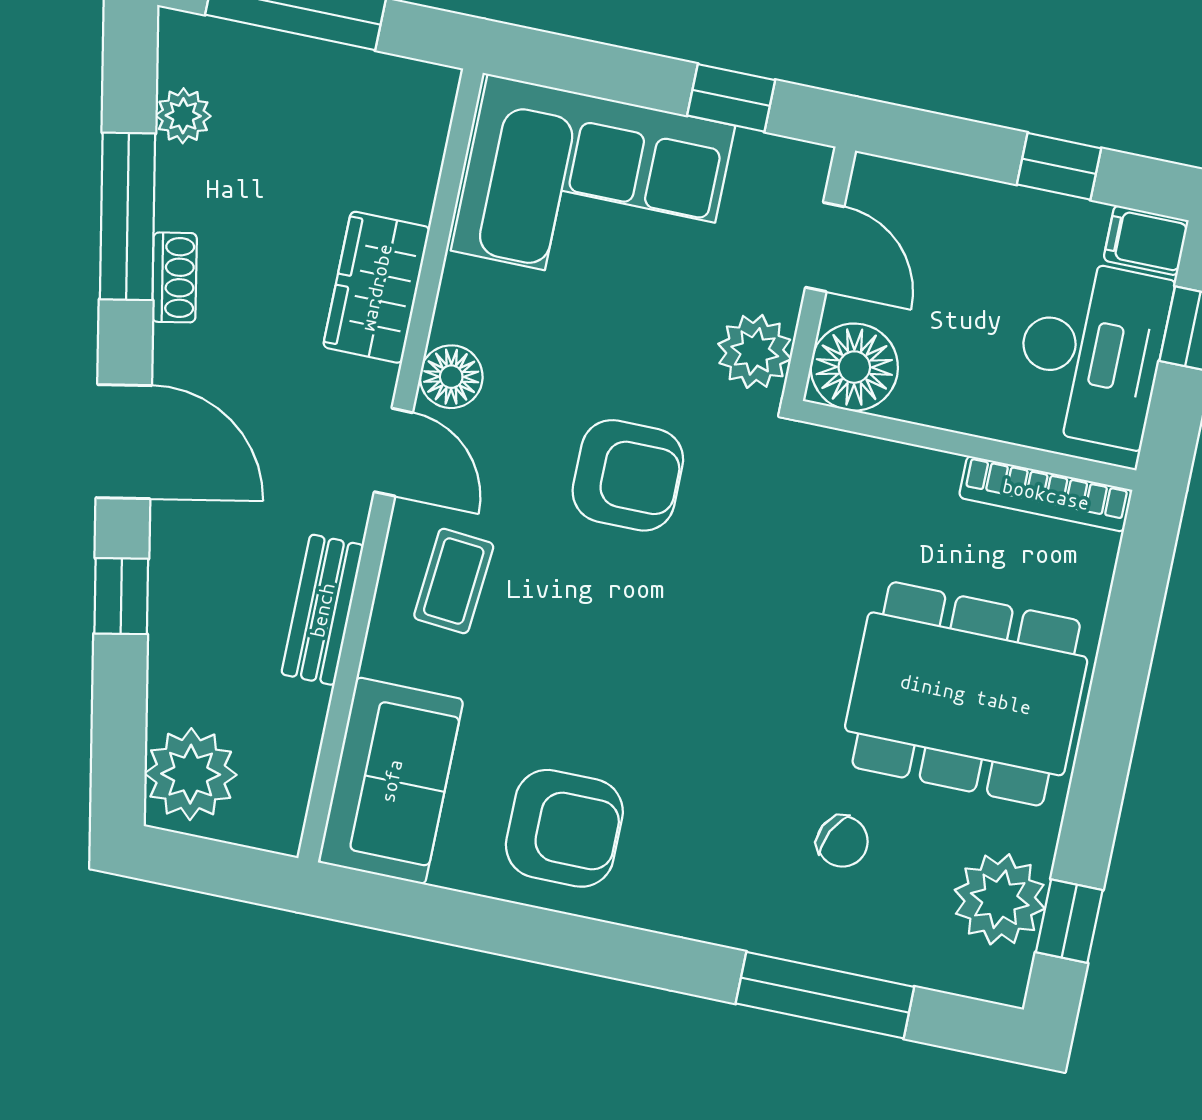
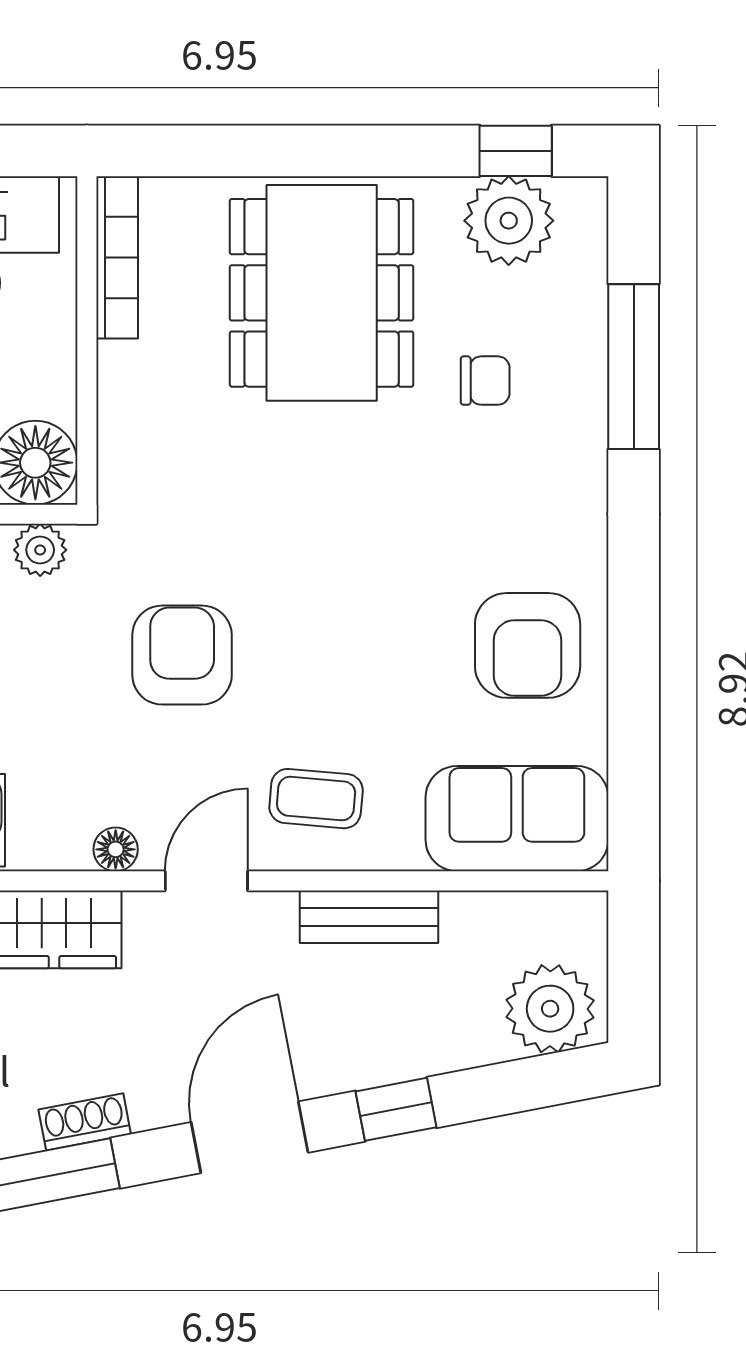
plant: (755, 351) -> (40, 550), width x0.73, depth x0.73
floor lamp: (451, 377) -> (116, 849), width x0.73, depth x0.73
armchair: (564, 828) -> (528, 645), turned 180
chair: (842, 841) -> (485, 381), turned 64

